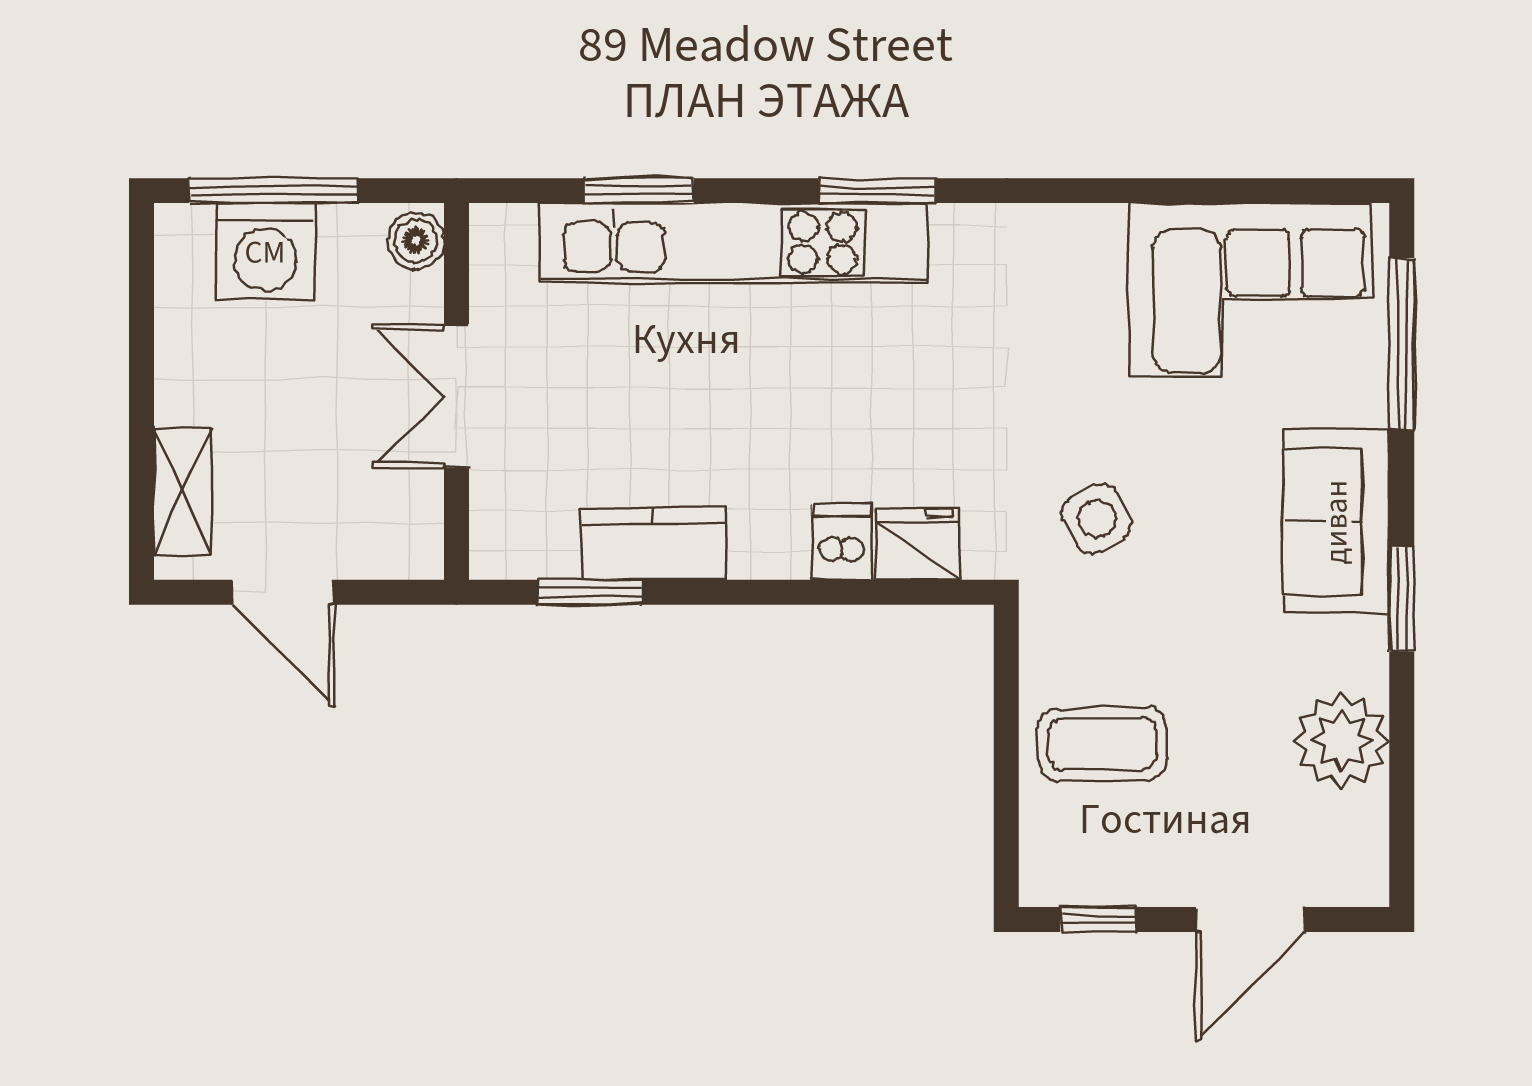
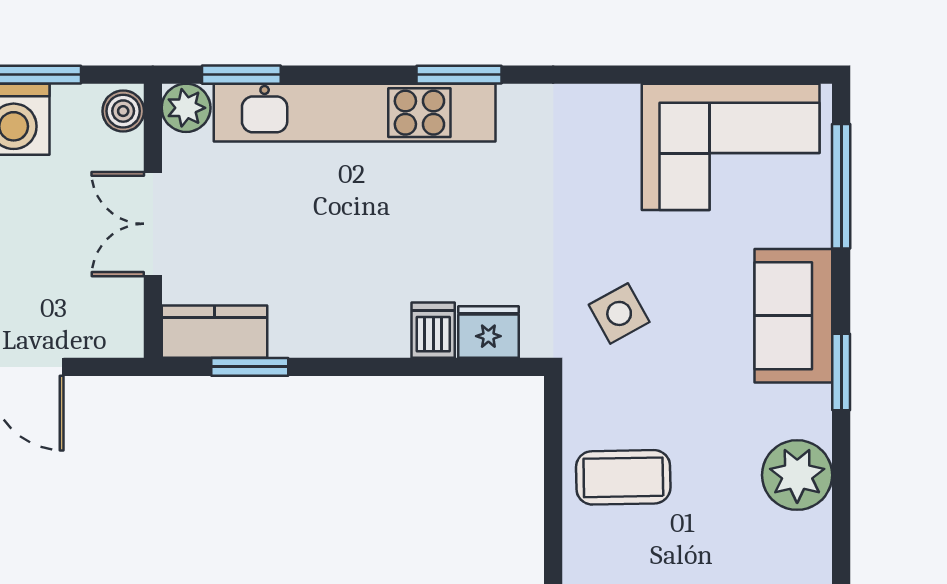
window: (639, 191) -> (241, 75), moved
plant: (502, 236) -> (186, 108), added
kitchen counter: (654, 544) -> (214, 332), moved

